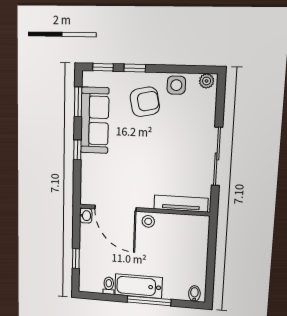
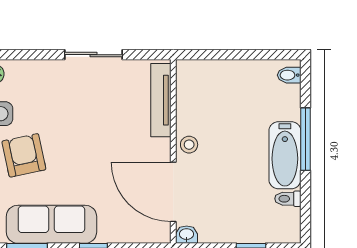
sliding door: (217, 156) -> (93, 55), width x0.73
door: (115, 208) -> (173, 192), swing flipped

